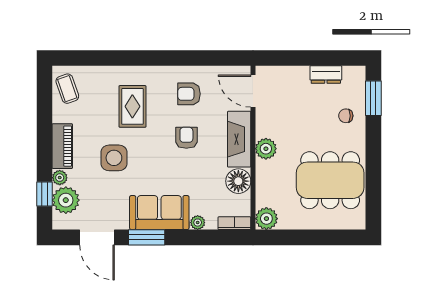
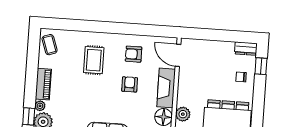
dresser: (326, 75) -> (246, 49), moved
window: (373, 98) -> (261, 66), width x0.67
plant: (266, 149) -> (183, 114), moved
side table: (114, 158) -> (78, 95), removed

